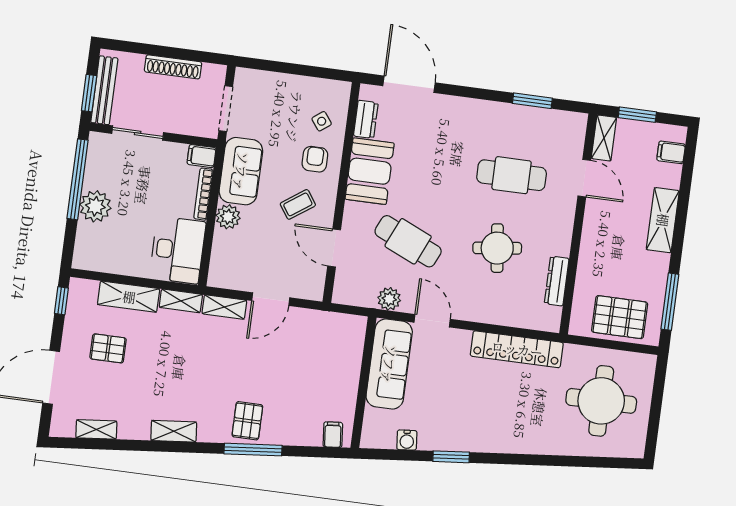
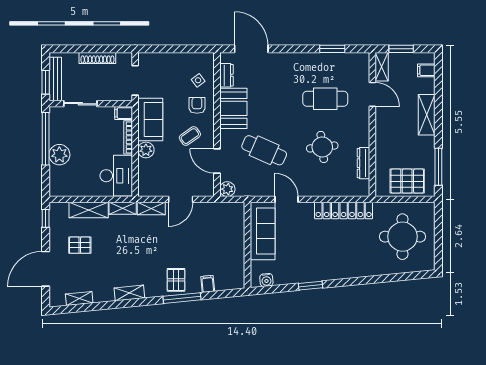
plant: (389, 299) -> (227, 189), moved
filing cabinet: (333, 435) -> (208, 284), moved
water cooler: (407, 440) -> (266, 280), moved

